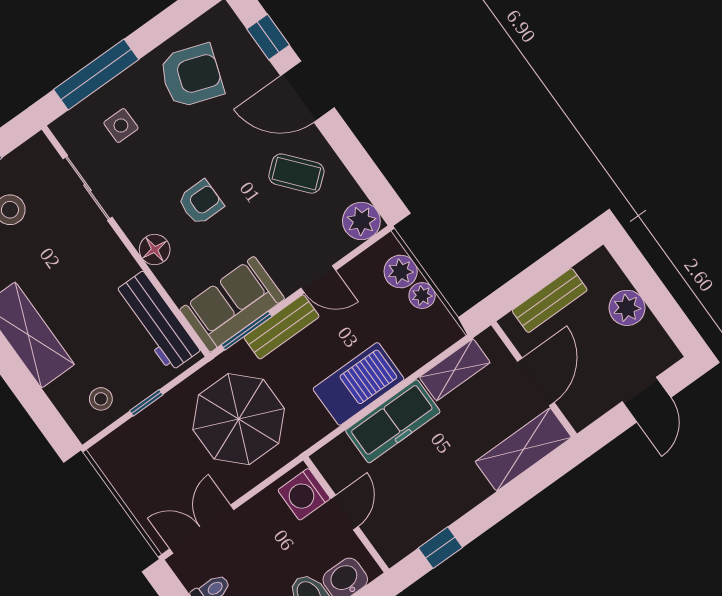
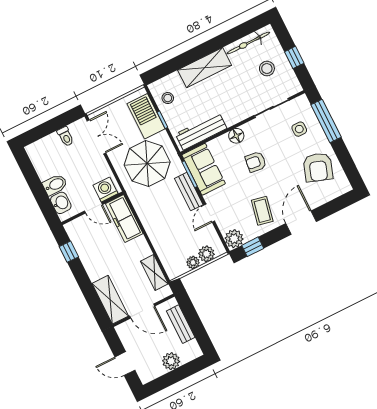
window: (268, 37) -> (253, 247), moved
coffee table: (296, 174) -> (262, 211), turned -38
armchair: (201, 202) -> (256, 162), turned 97
barbecue: (359, 384) -> (146, 116), moved, turned 180
freezer: (393, 421) -> (124, 219), moved

